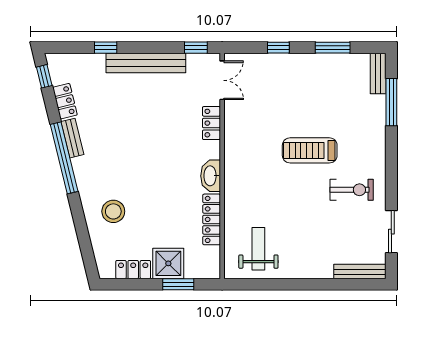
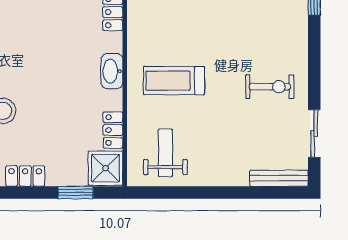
treadmill: (310, 150) -> (174, 81), moved
locker: (212, 219) -> (113, 130), width x0.66
shower: (168, 263) -> (105, 168), moved

